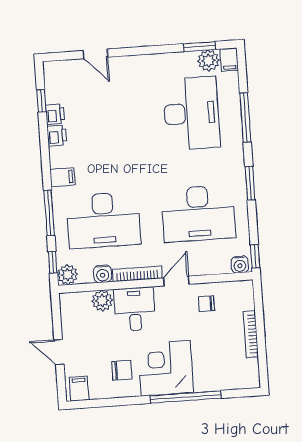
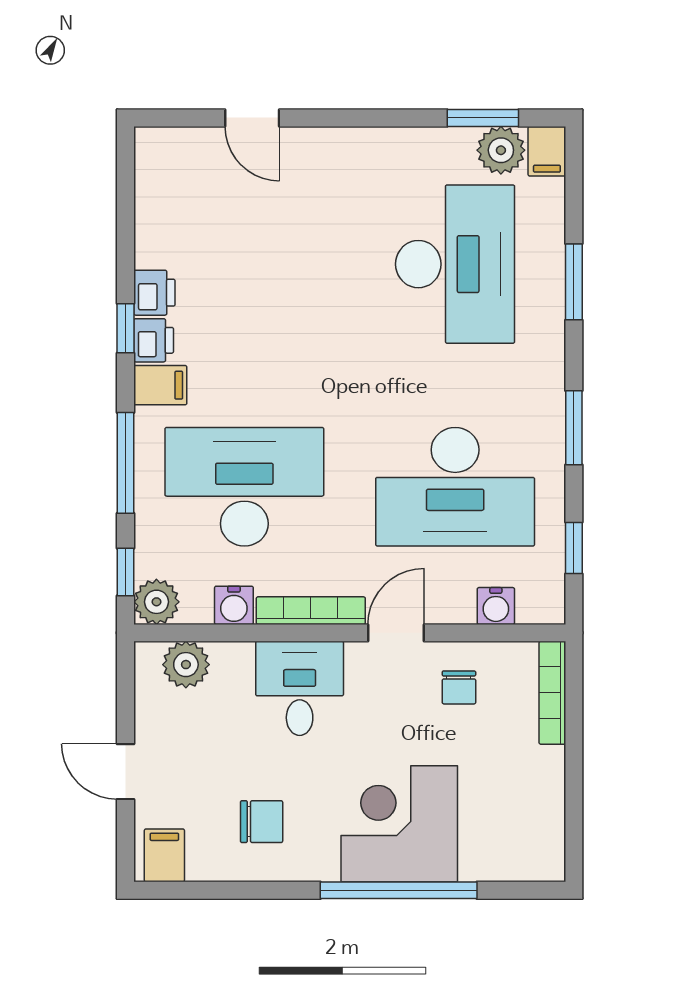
window: (41, 101) -> (126, 328), moved
printer: (55, 114) -> (154, 340), moved
window: (245, 118) -> (574, 282), width x0.69
desk: (103, 220) -> (244, 487), turned 180
window: (255, 256) -> (574, 548), moved
water cooler: (240, 265) -> (496, 606), moved
plant: (102, 301) -> (186, 665), moved
chair: (206, 304) -> (459, 687), turned -90
bookcase: (251, 334) -> (552, 693), moved
corner desk: (166, 368) -> (399, 824), moved

